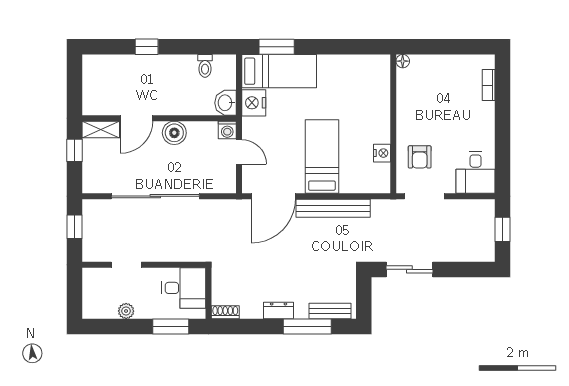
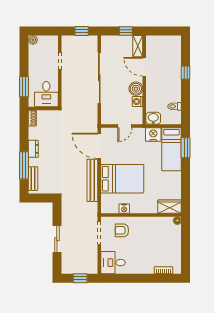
wardrobe: (379, 75) -> (170, 207), added
washing machine: (227, 130) -> (138, 101), moved
bed: (322, 156) -> (122, 179), width x1.50
sliding door: (409, 269) -> (57, 239), moved
plant: (126, 311) -> (33, 40), moved

